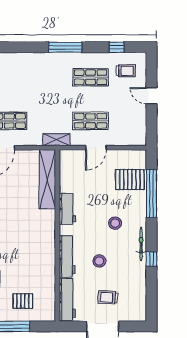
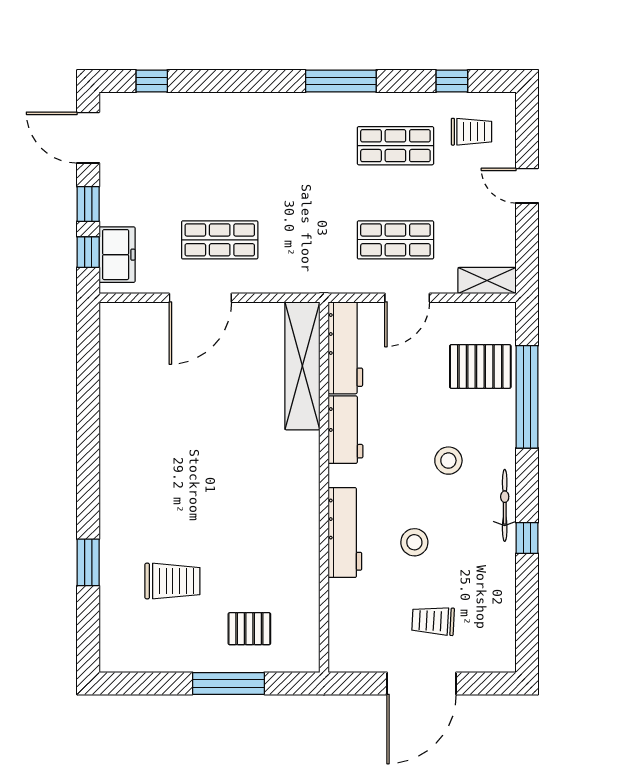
shelving: (56, 140) -> (487, 281), moved
workbench: (67, 300) -> (345, 348), moved

